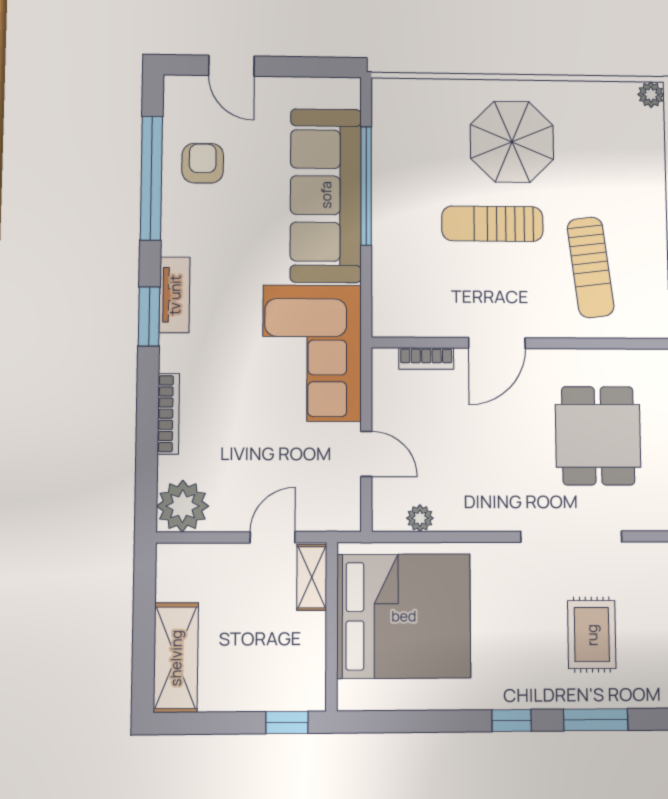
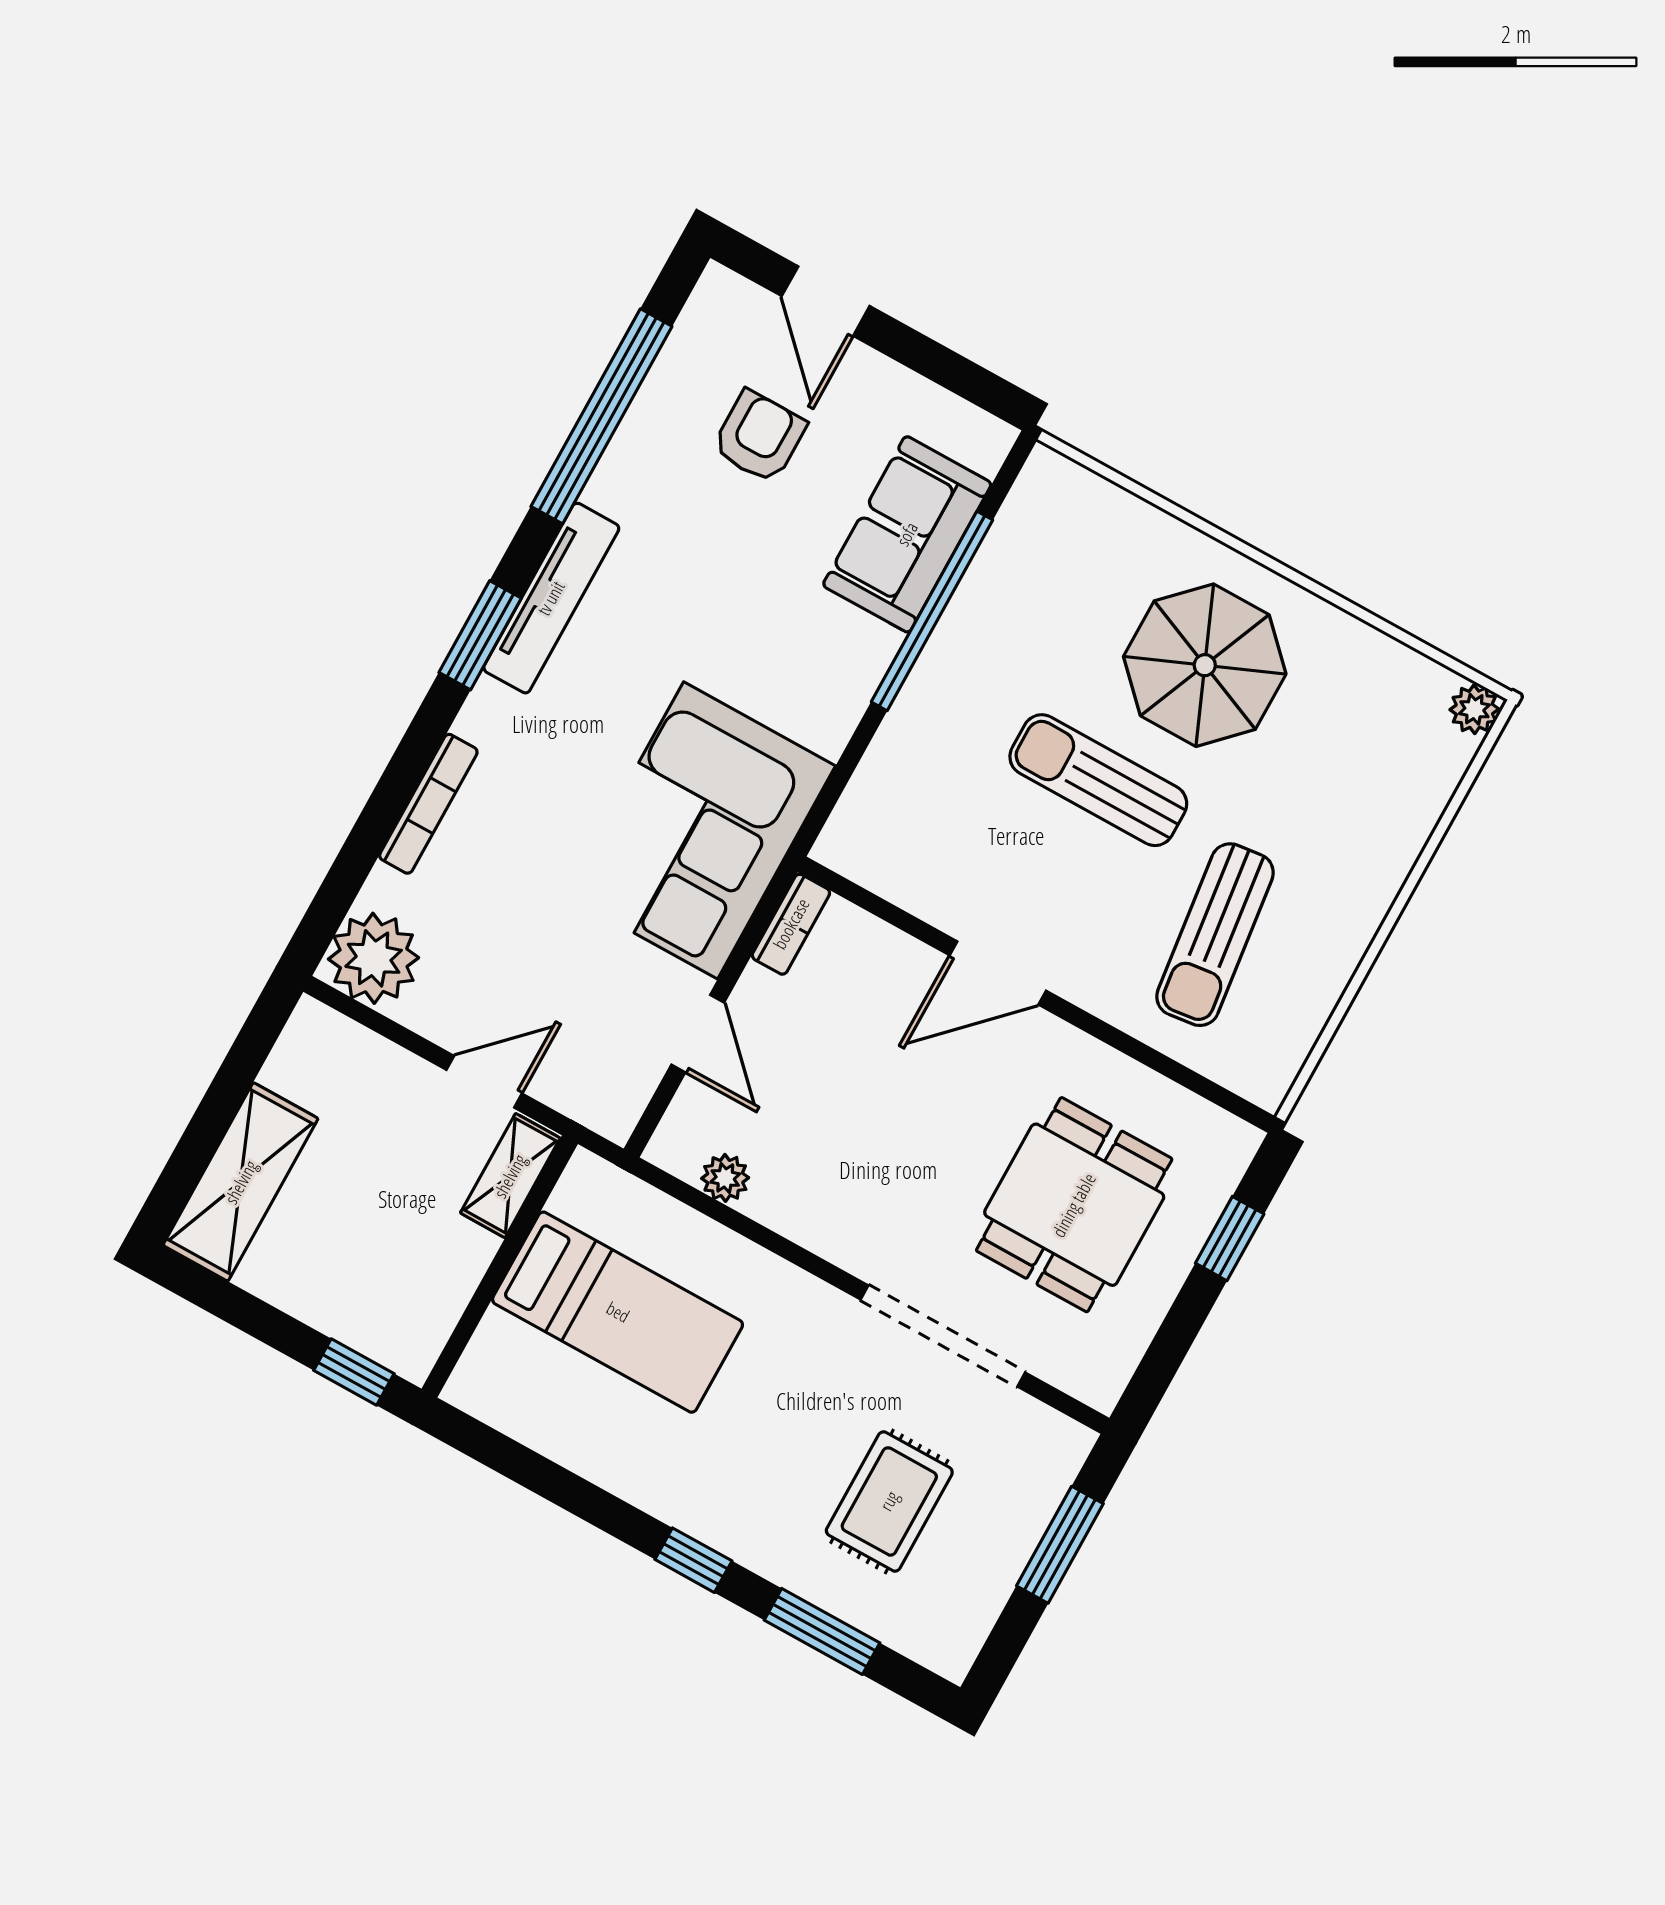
armchair: (203, 163) -> (759, 437), moved
sofa: (326, 195) -> (907, 534), width x0.54, depth x0.79
tv unit: (175, 295) -> (551, 598), width x1.41
bookcase: (426, 359) -> (791, 924), moved, turned -90
bed: (404, 616) -> (618, 1312), width x0.49

